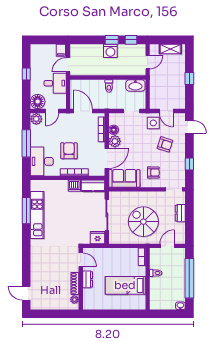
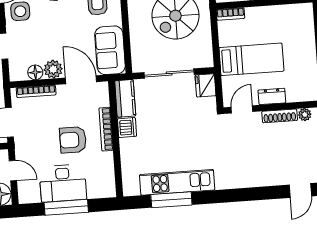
plant: (36, 119) -> (27, 194), removed
desk: (42, 161) -> (63, 183), moved
bed: (125, 285) -> (251, 59), moved, turned -90

